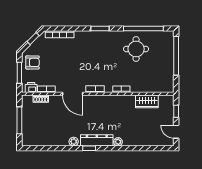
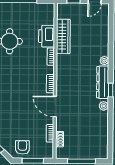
printer: (31, 88) -> (47, 36), moved, width x1.87, depth x1.48
door: (73, 94) -> (55, 107), swing flipped
wardrobe: (147, 101) -> (63, 36), width x1.50

